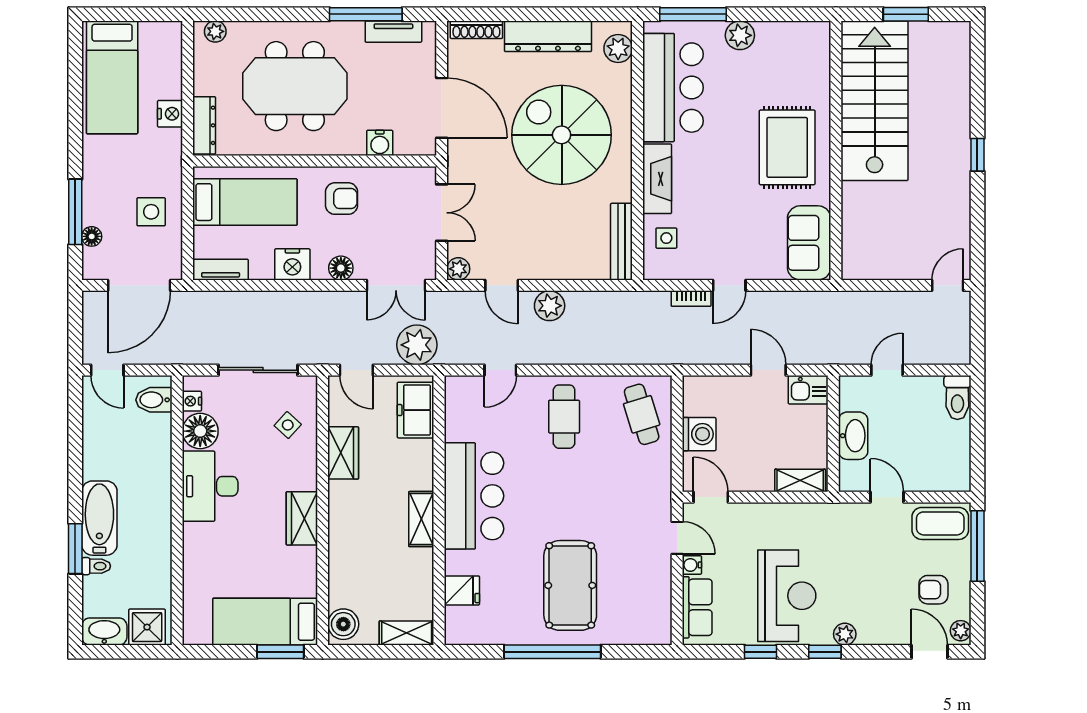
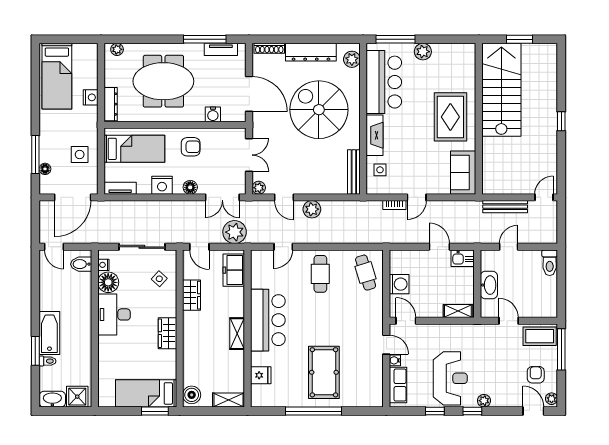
bench: (881, 301) -> (505, 207), added
armchair: (933, 590) -> (536, 375), turned 90

